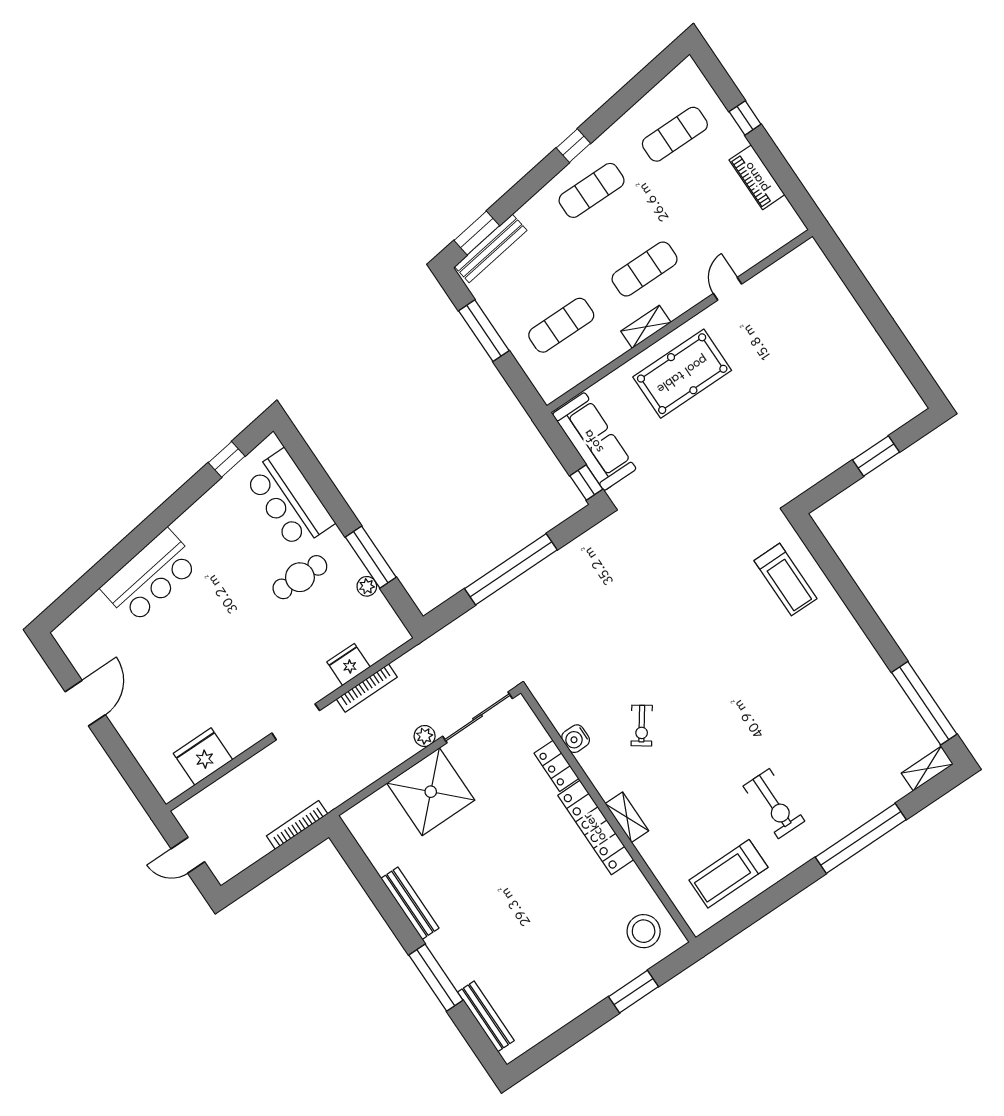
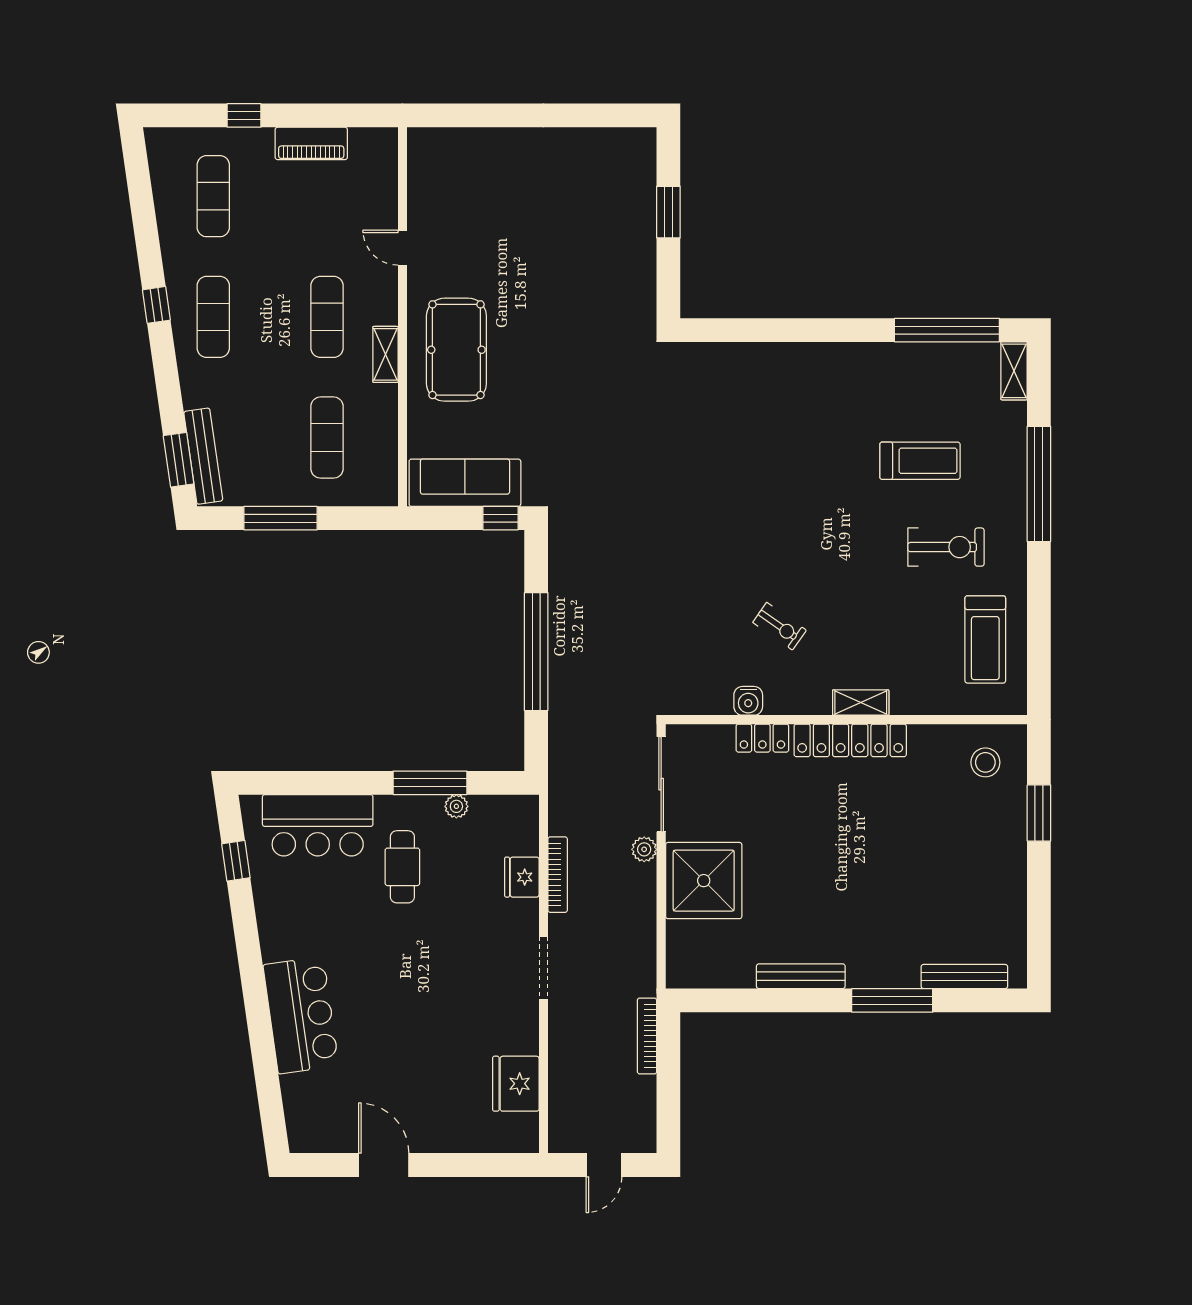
treadmill: (786, 580) -> (920, 461), moved
stool: (644, 931) -> (985, 762), width x0.73, depth x0.73

